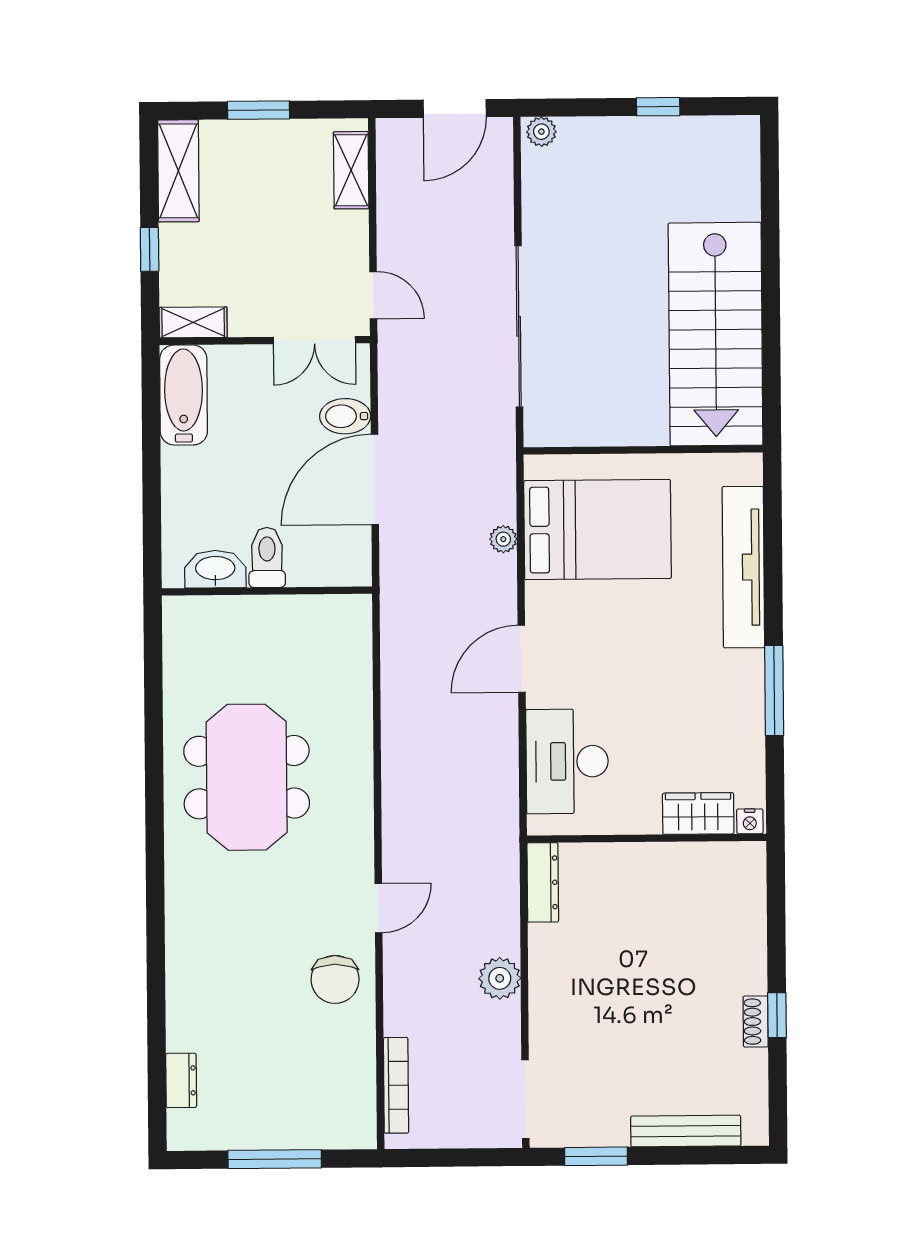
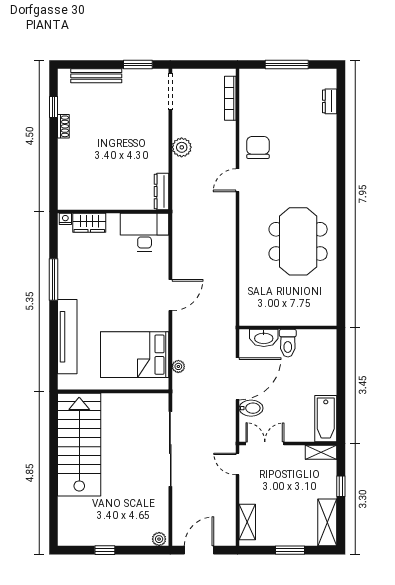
plant: (503, 539) -> (178, 366), moved
washbasin: (215, 569) -> (264, 338), moved
desk: (567, 761) -> (145, 232), moved, turned -90
window: (777, 1015) -> (54, 107), moved

